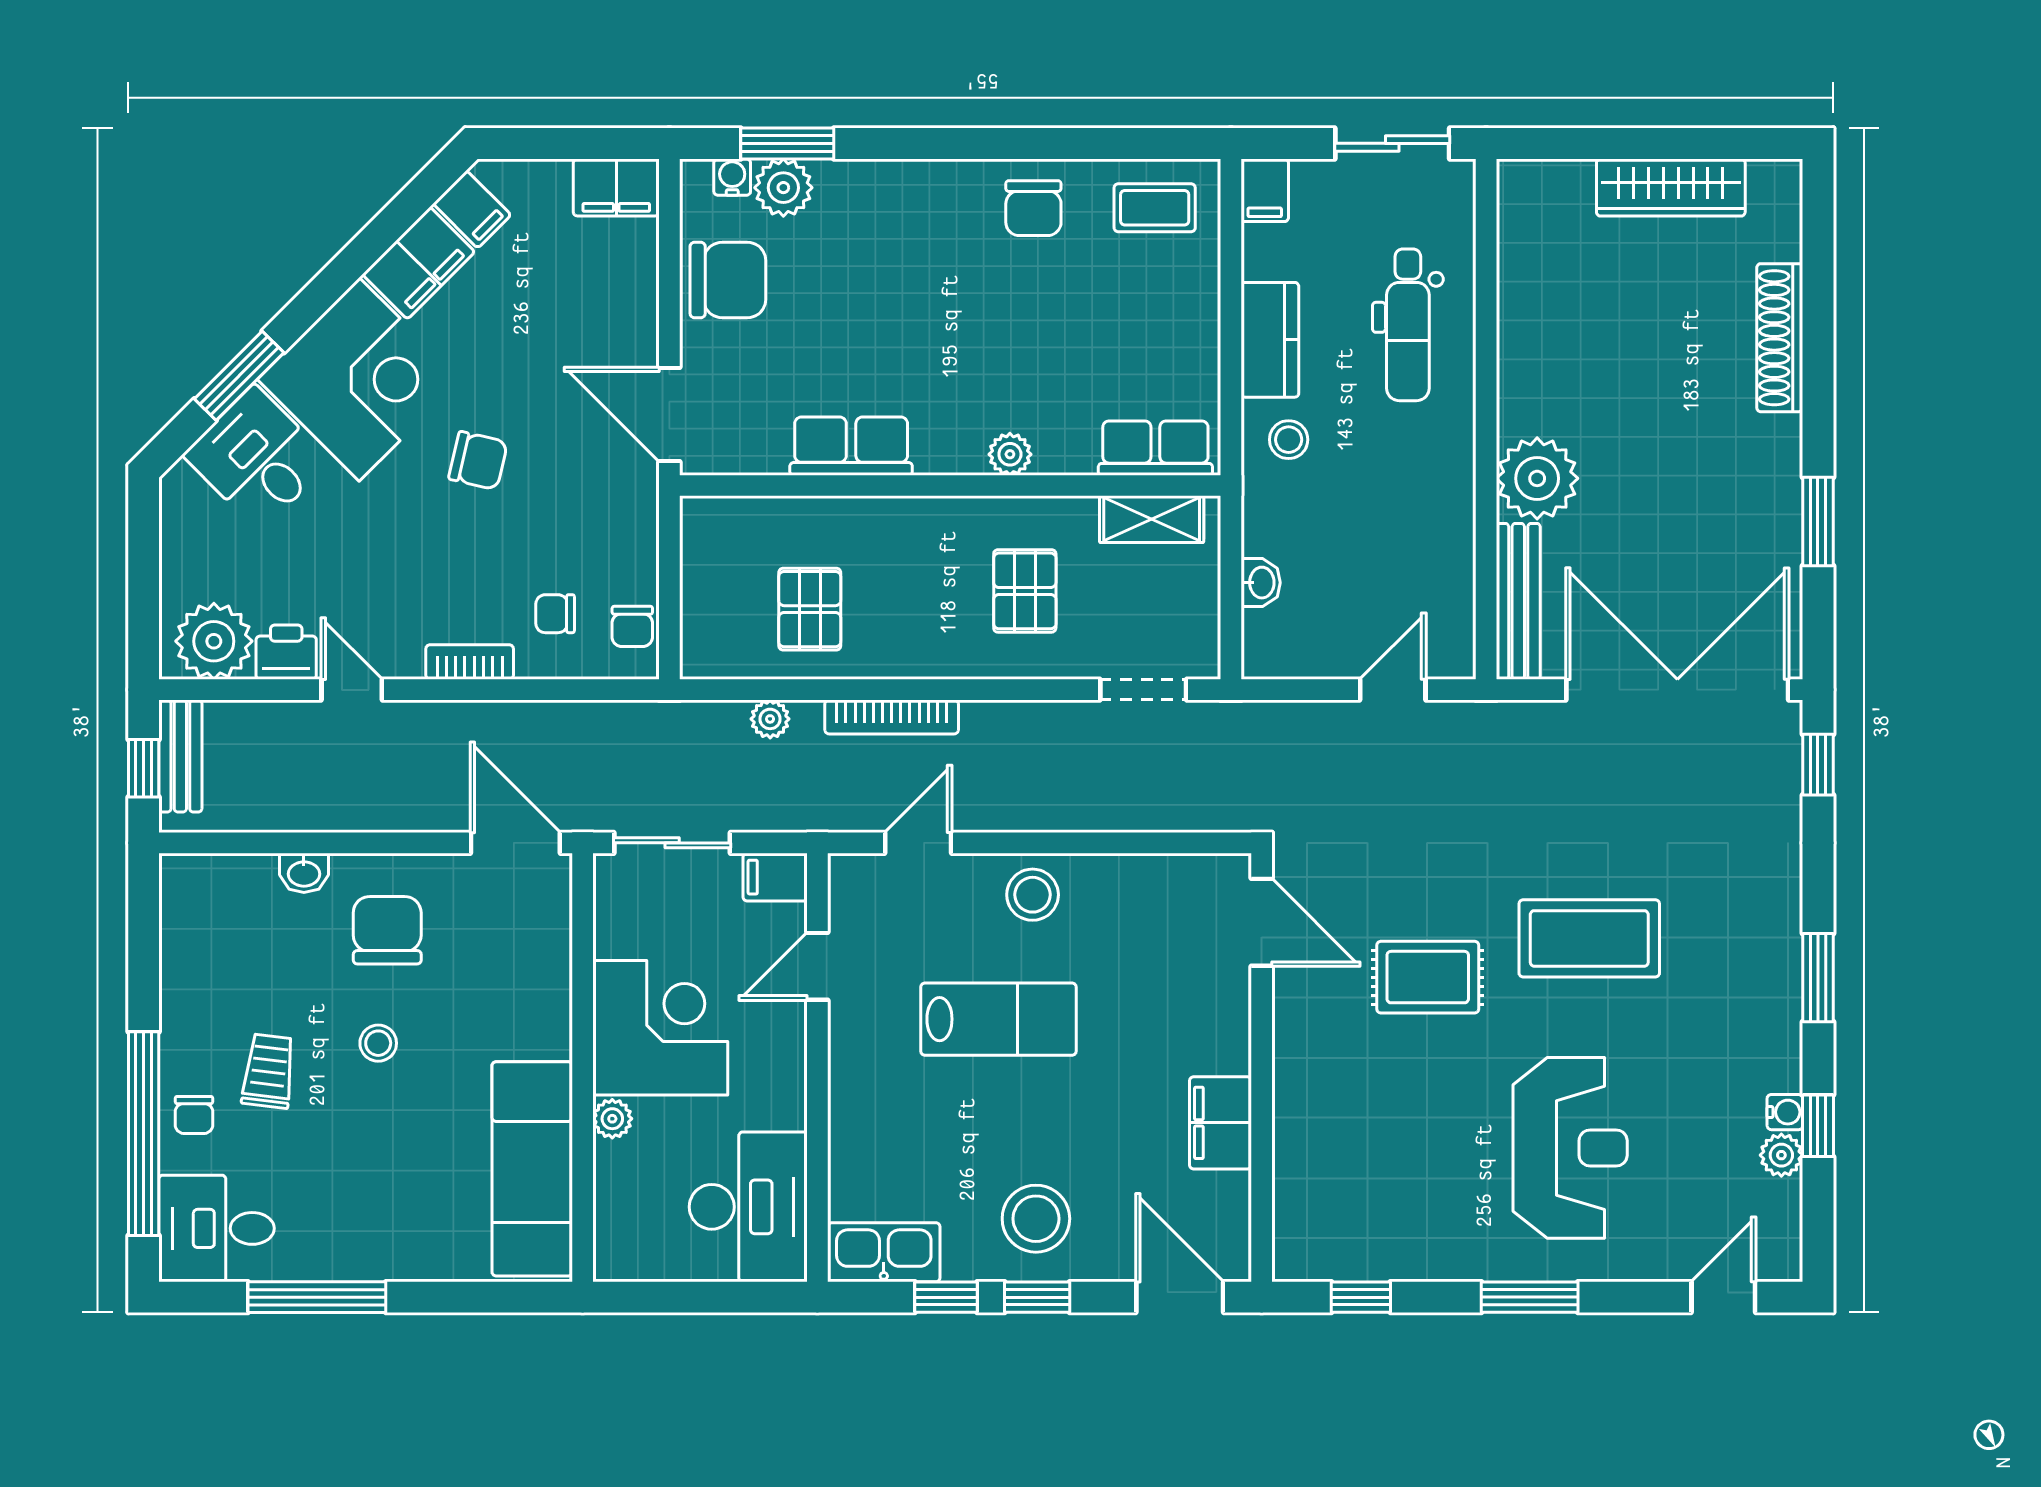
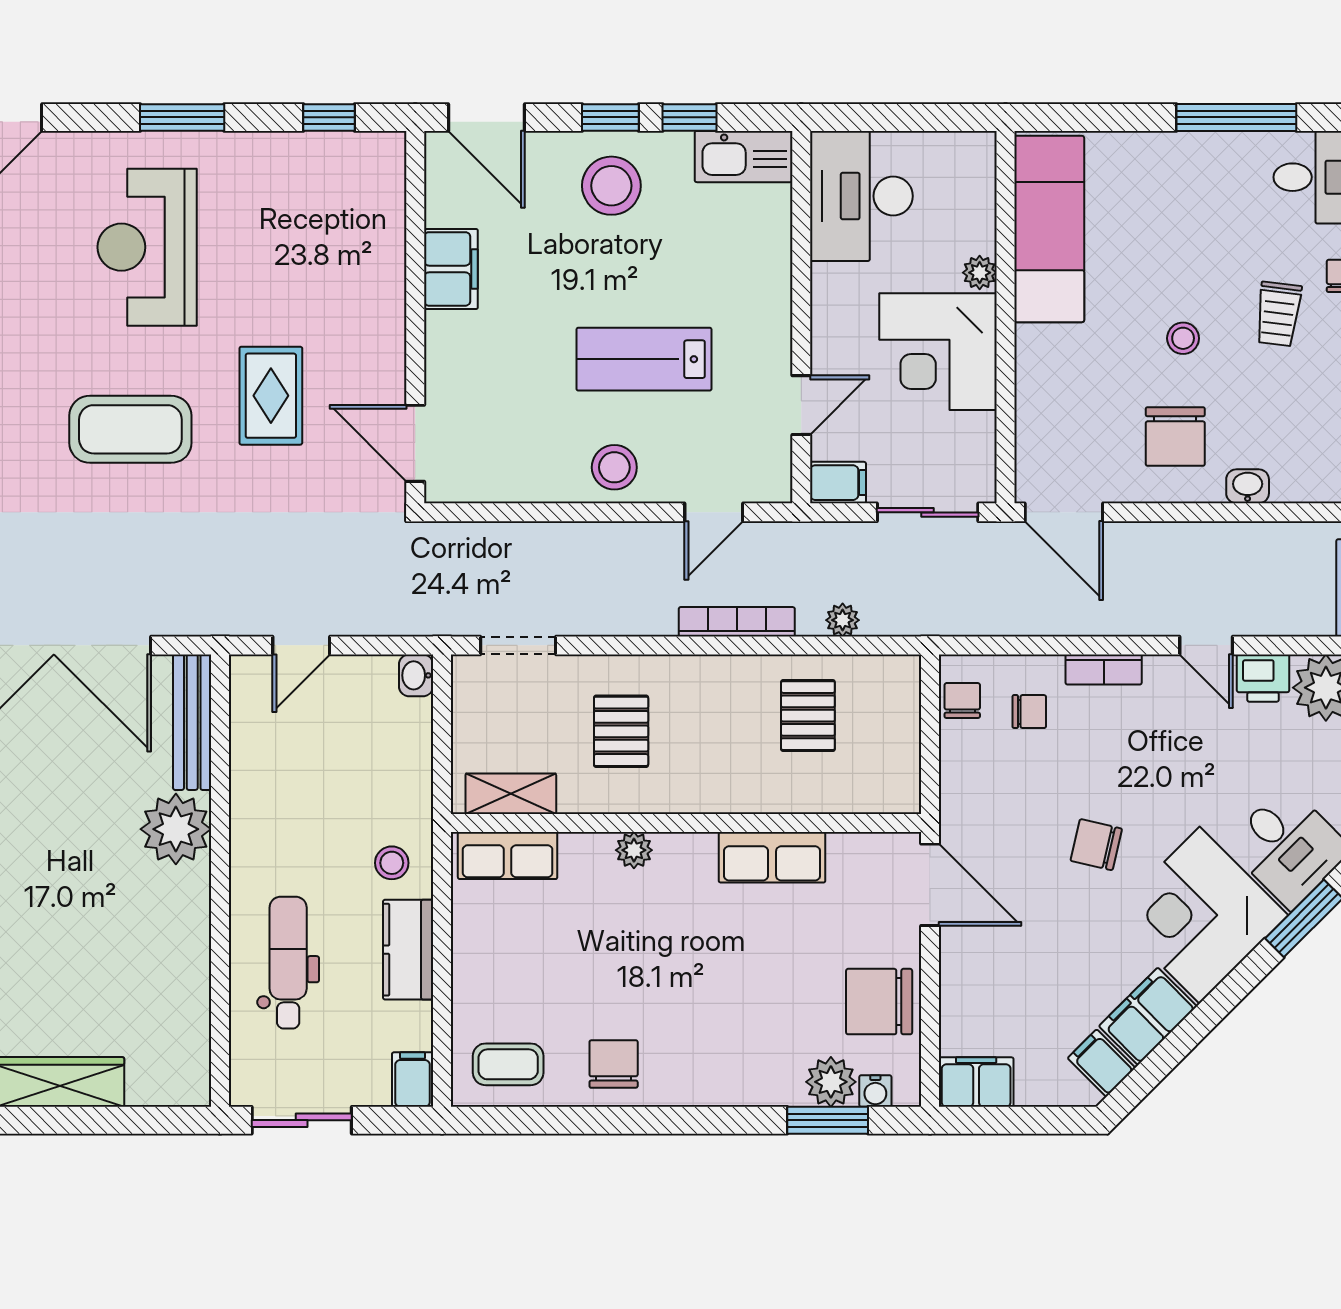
washbasin: (1261, 583) -> (416, 675), moved
rug: (1428, 977) -> (271, 396), turned 90

